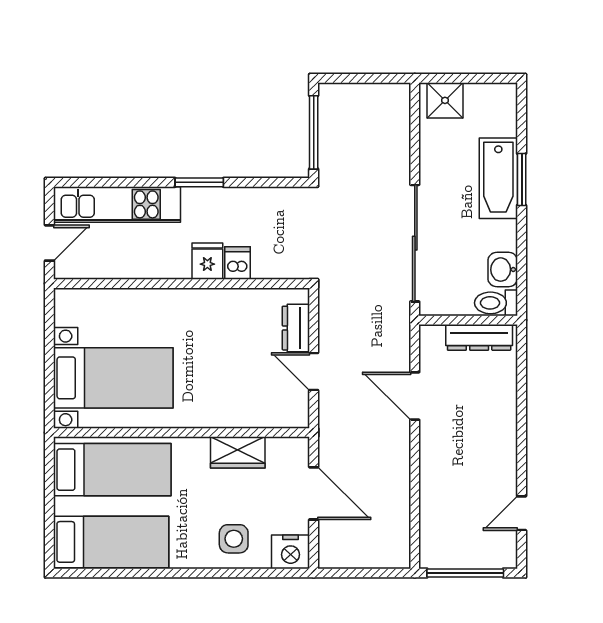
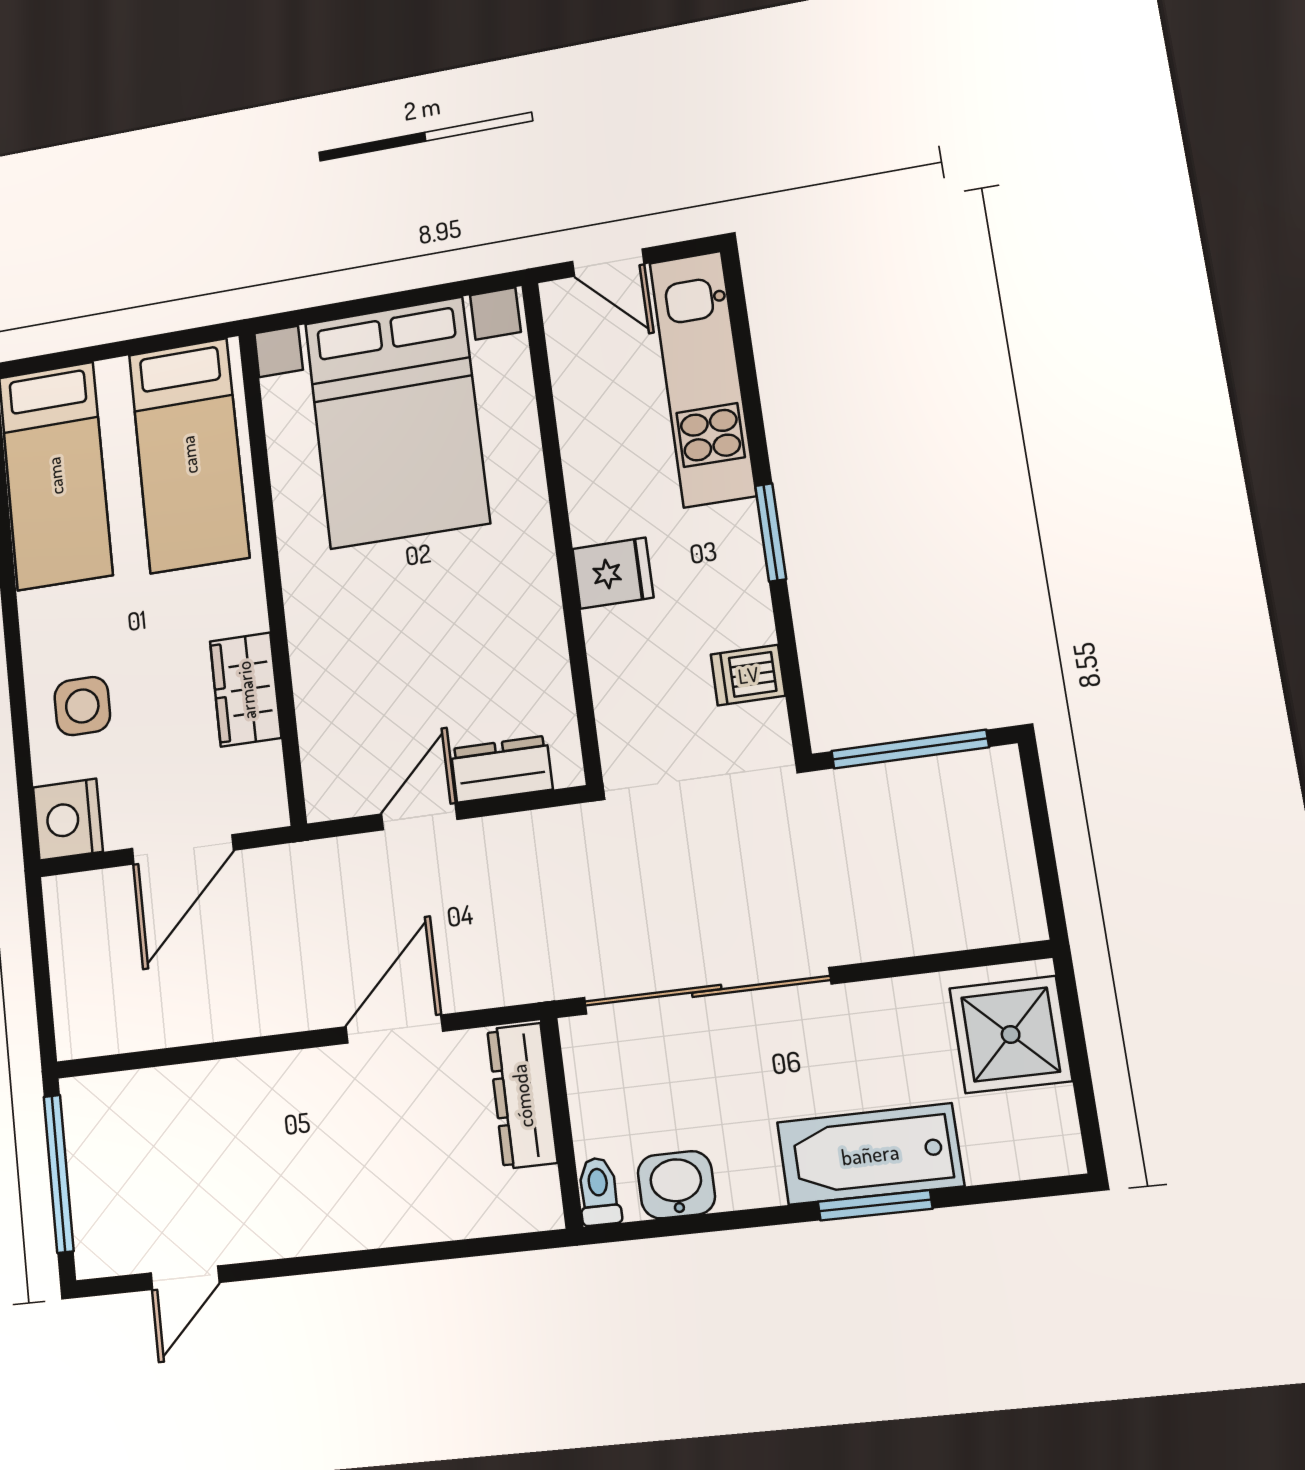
shower: (445, 100) -> (1011, 1034), width x1.36, depth x1.36
dishwasher: (238, 263) -> (748, 675), moved, turned 180
toilet: (496, 303) -> (599, 1191), width x0.73, depth x0.72
dresser: (479, 337) -> (522, 1096), moved
bed with nightstands: (113, 378) -> (397, 422), width x1.36
door: (522, 513) -> (185, 1278), swing flipped

